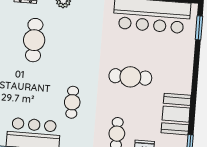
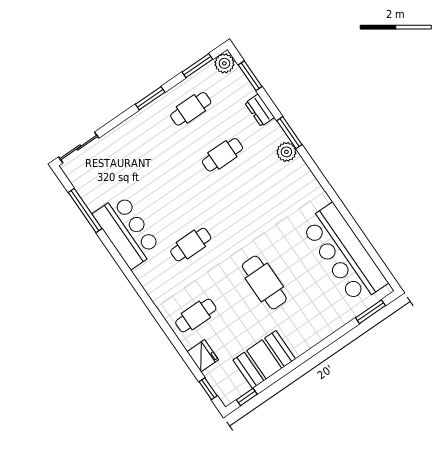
cafe table: (34, 40) -> (222, 155), width x0.73, depth x0.74

